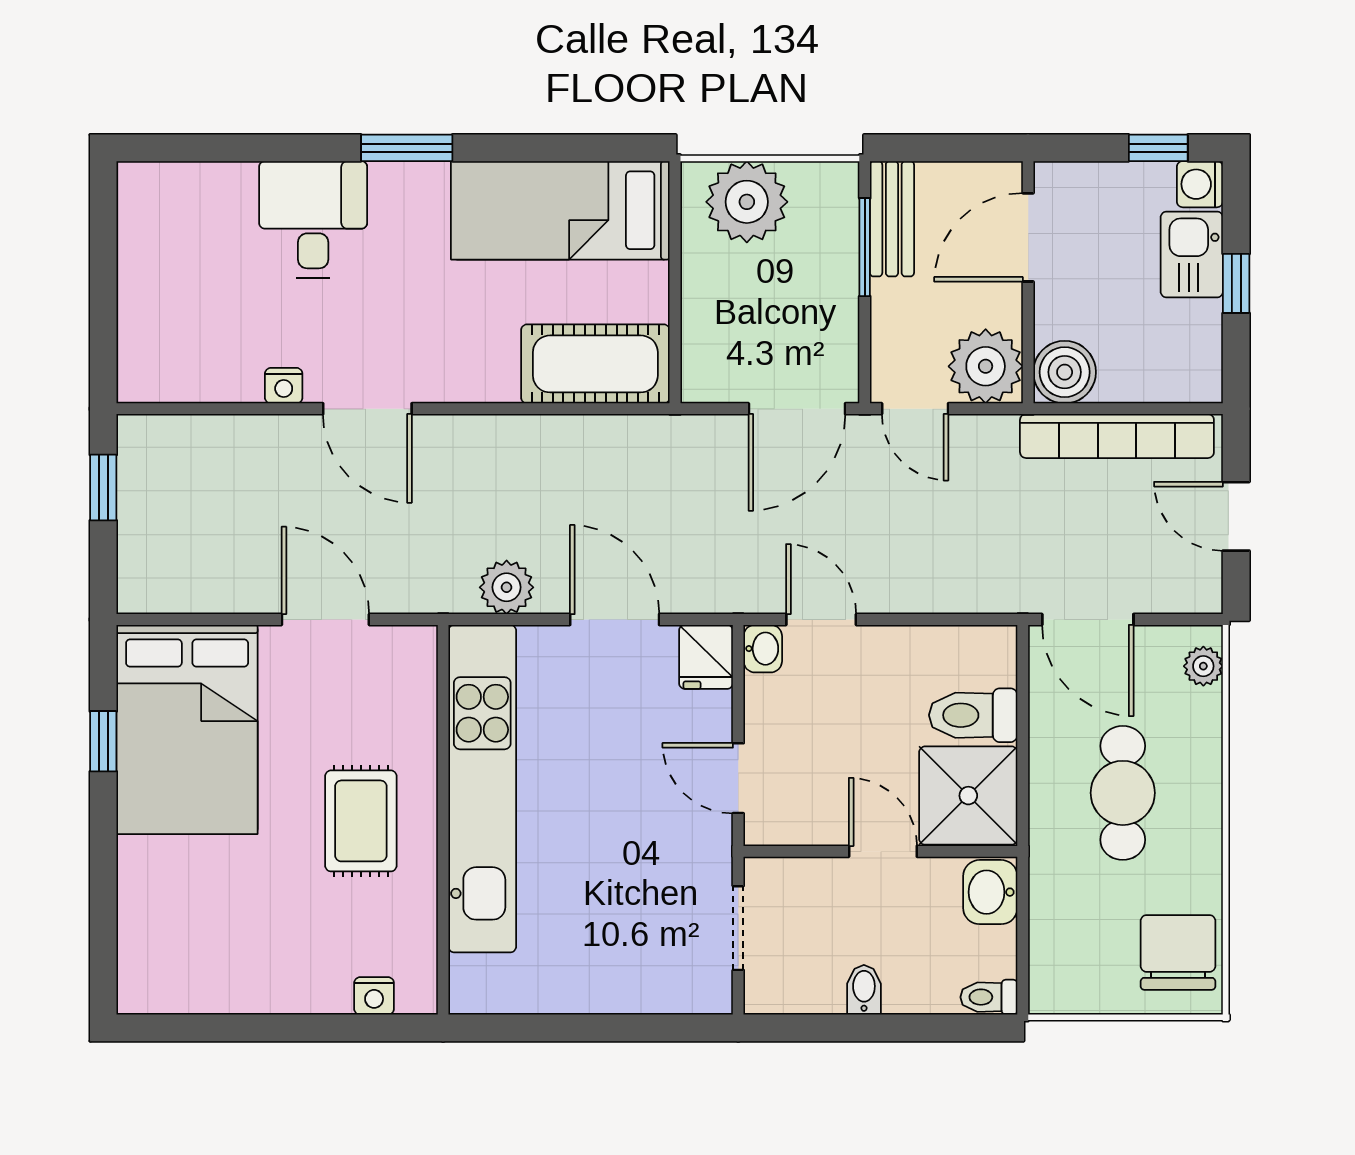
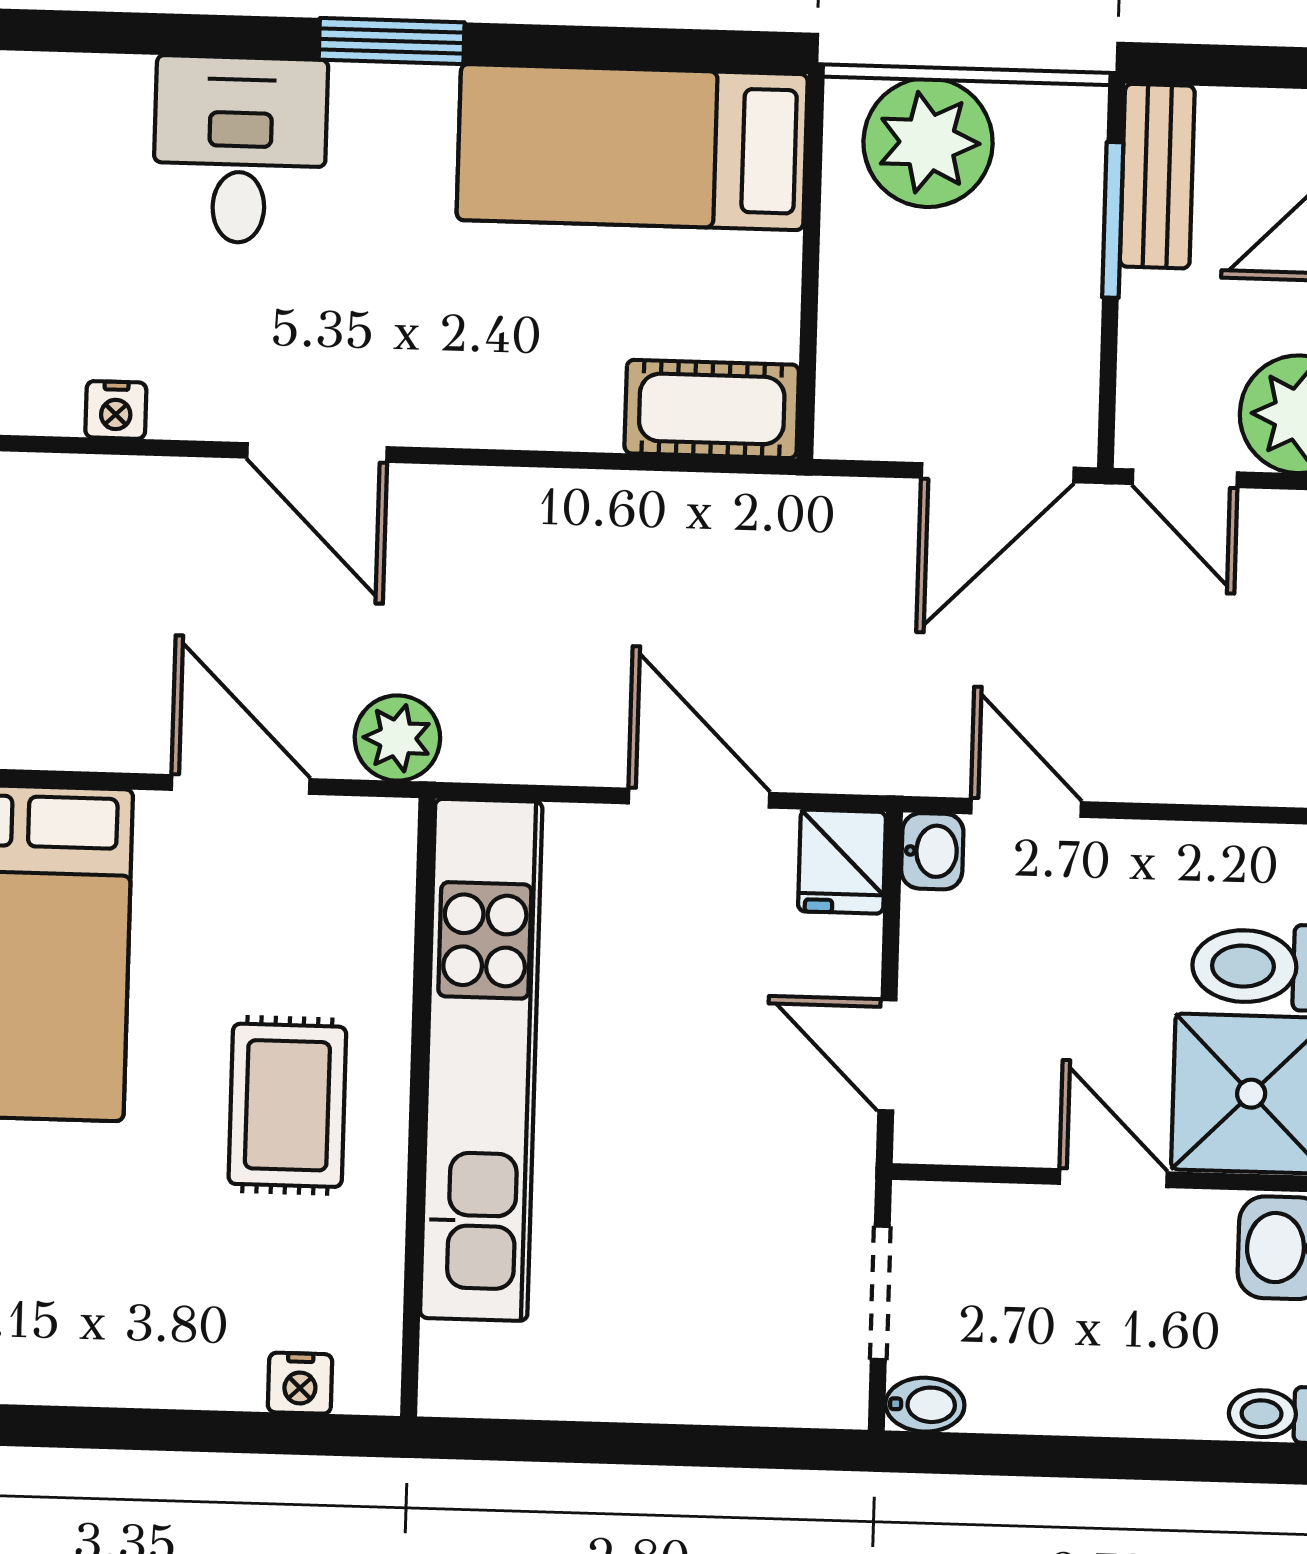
cot: (595, 364) -> (712, 409), width x0.73, depth x0.75
nightstand: (284, 386) -> (116, 410), moved
plant: (507, 587) -> (397, 738), moved
bidet: (864, 990) -> (925, 1405), moved, turned 90

